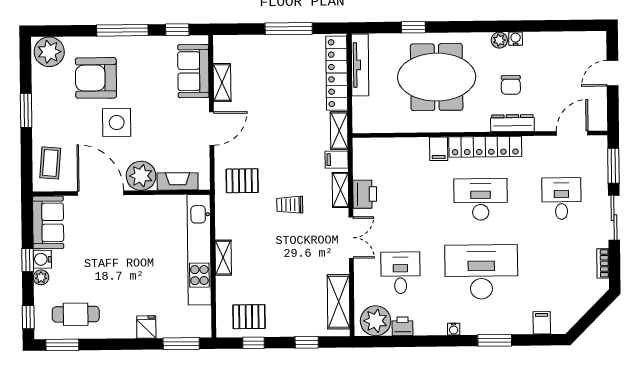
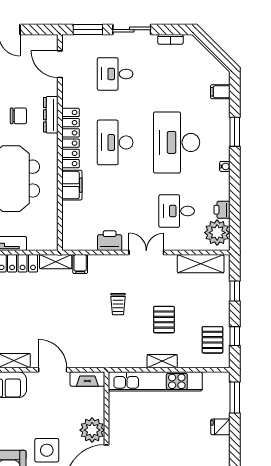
filing cabinet: (439, 149) -> (72, 185), width x2.00
fireplace: (178, 181) -> (87, 379), moved, turned -90
pallet: (242, 181) -> (164, 320), moved
shelving: (340, 190) -> (106, 261), removed

